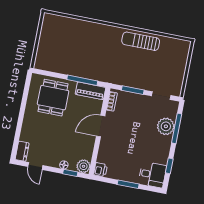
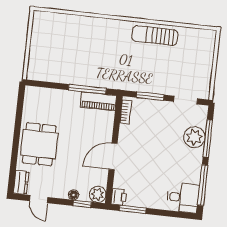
dining table: (53, 98) -> (39, 144), moved
door: (101, 126) -> (113, 156), moved
window: (169, 166) -> (203, 185), width x2.17
window: (128, 184) -> (133, 209), moved

